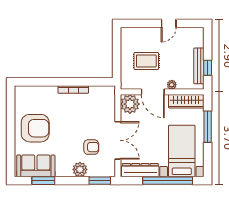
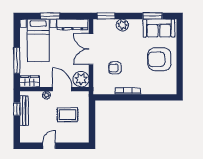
wardrobe: (186, 101) -> (30, 81), width x0.67
armchair: (91, 147) -> (115, 68), moved
window: (168, 181) -> (50, 16), width x0.47

